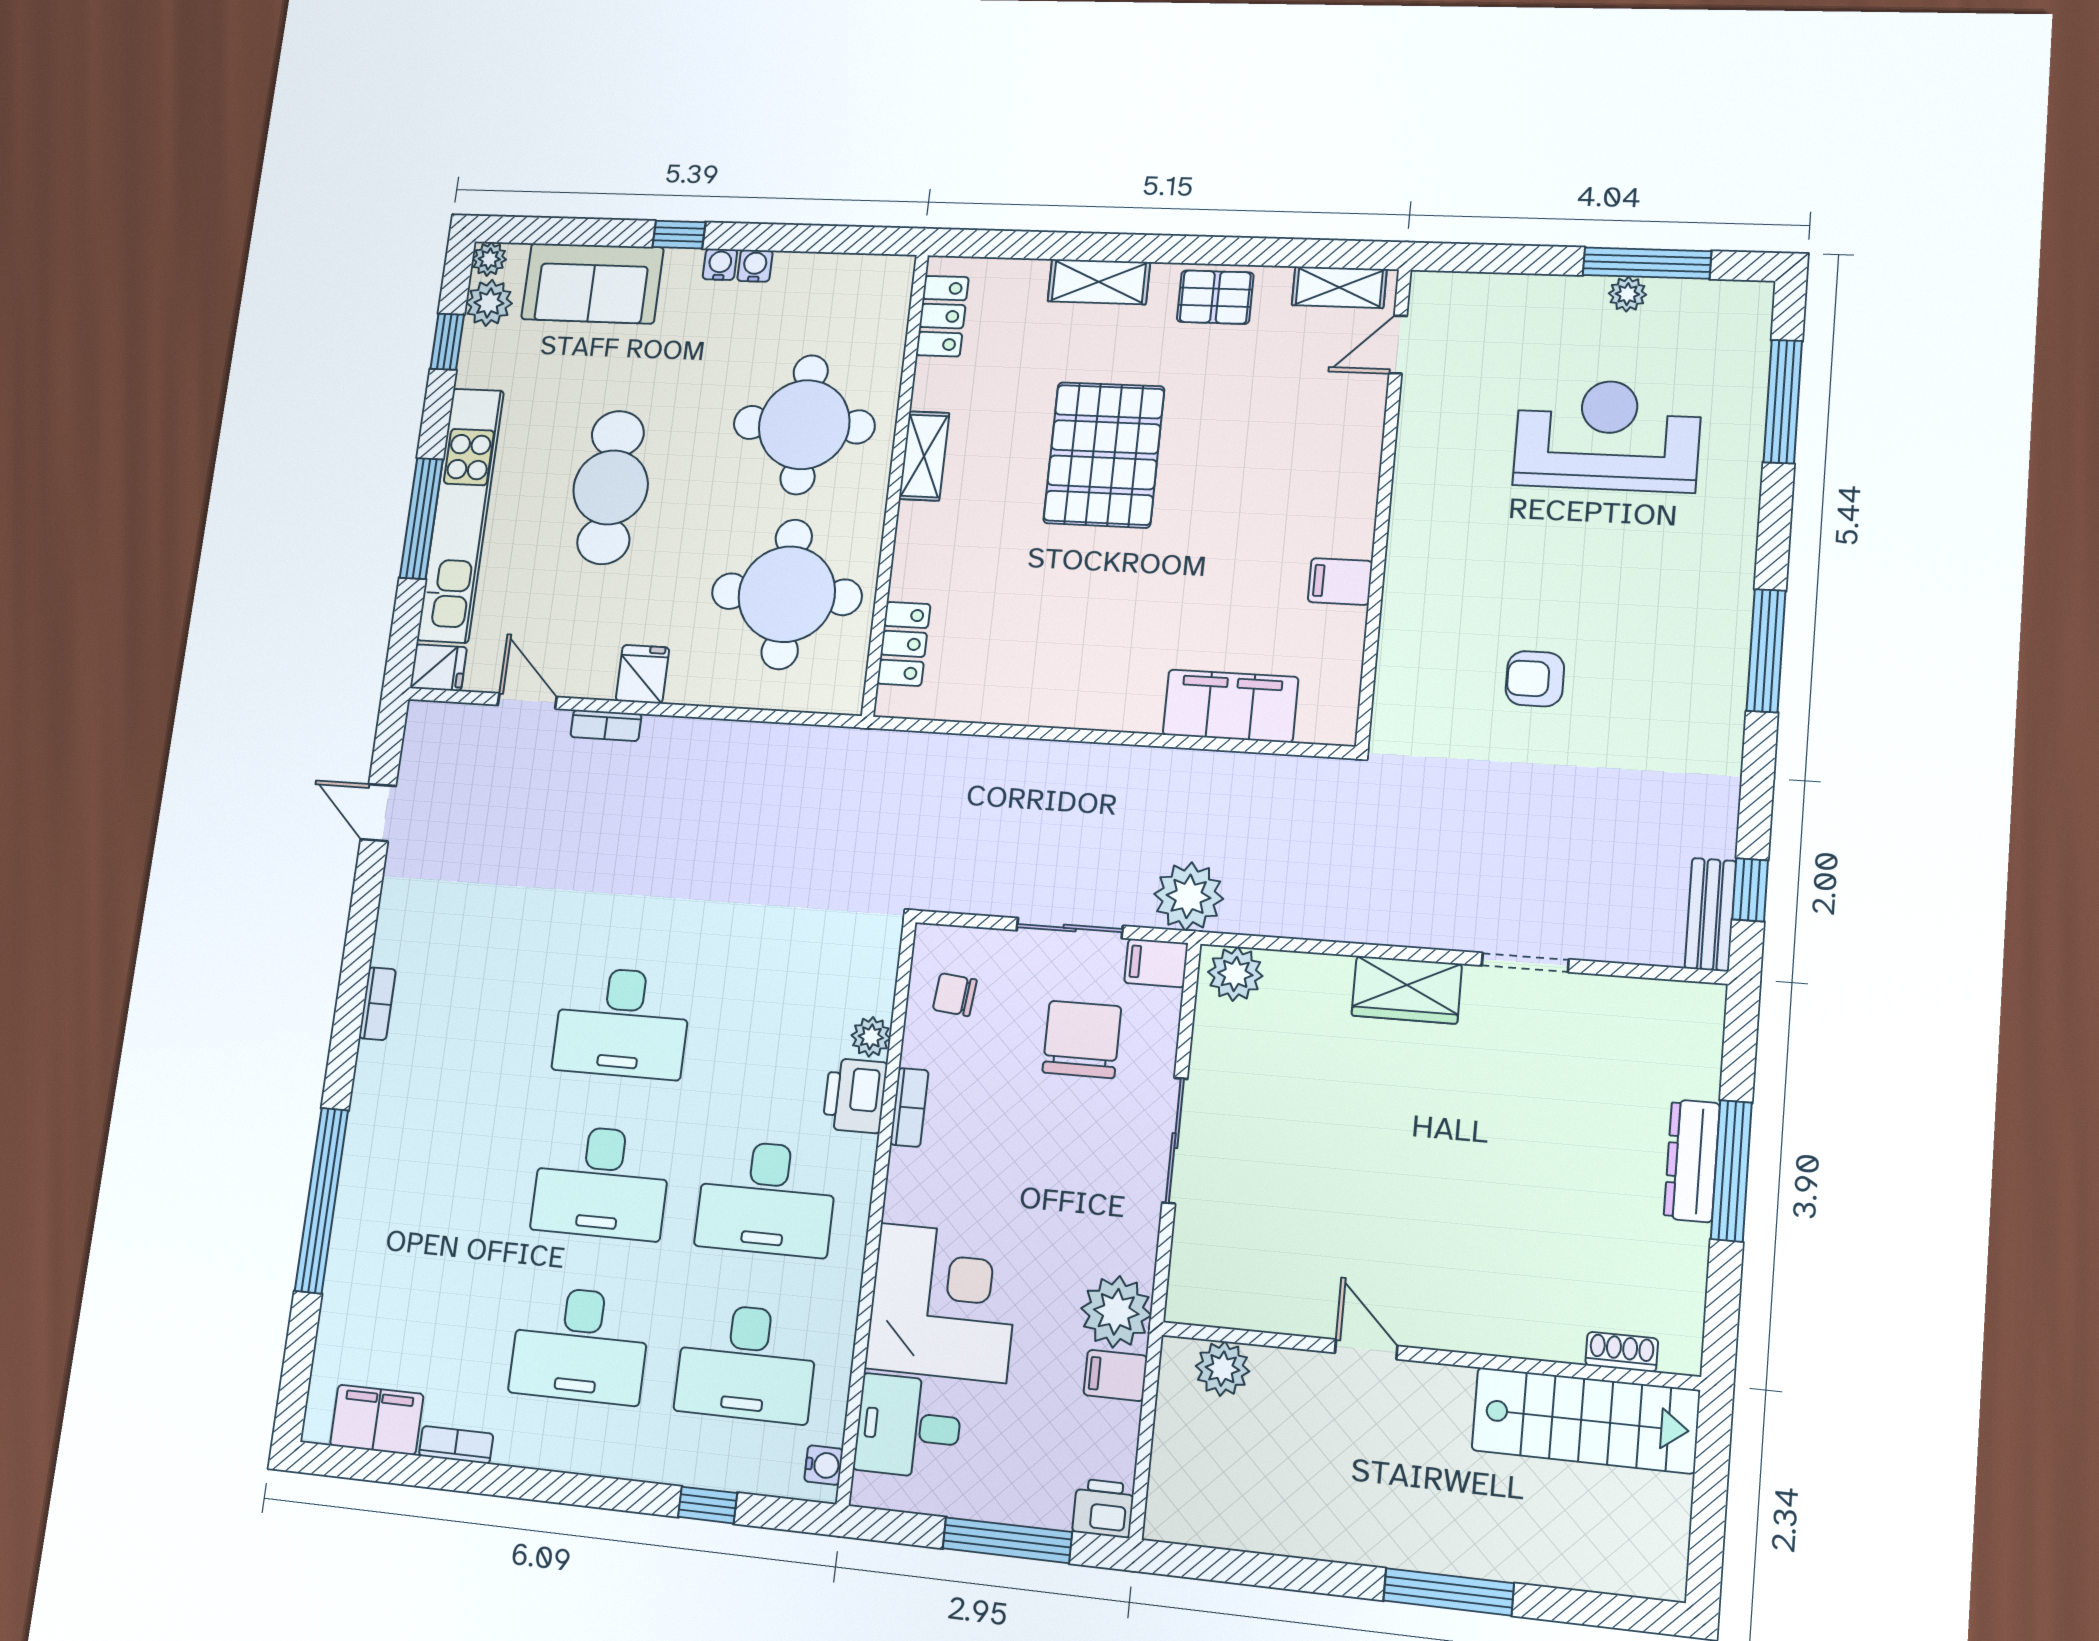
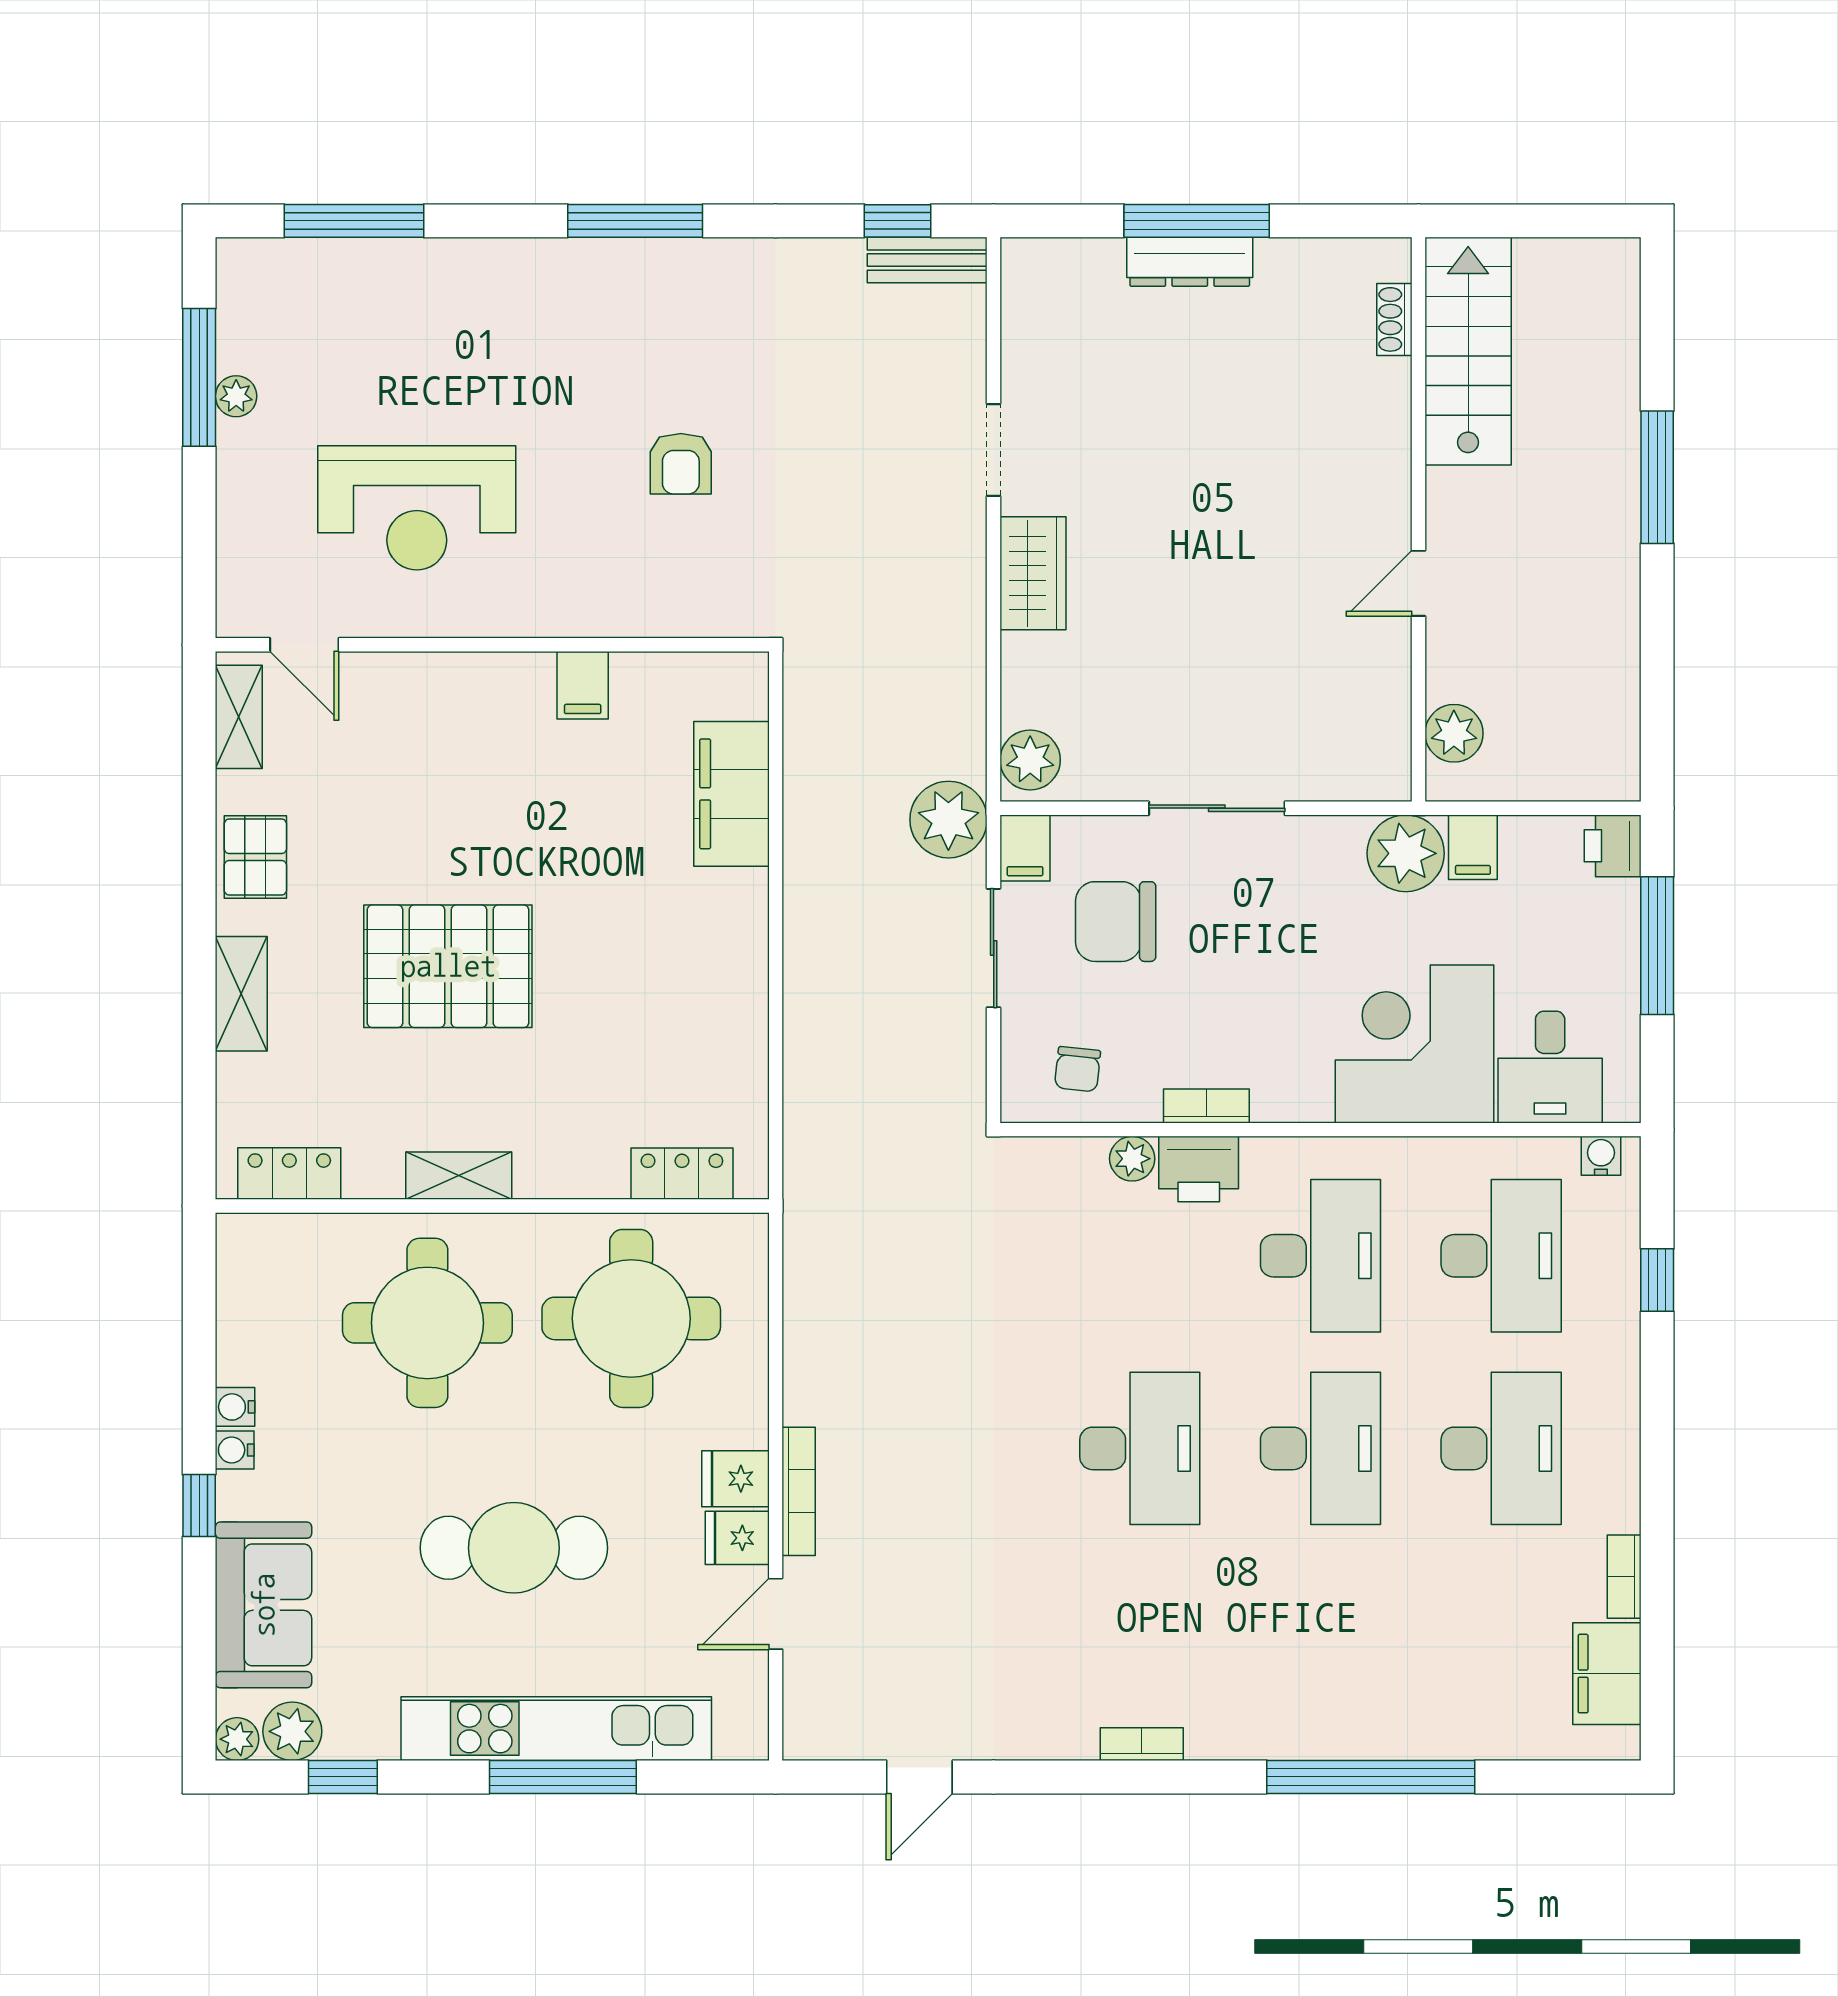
reception desk: (1607, 435) -> (417, 508), moved, turned -90
fridge: (438, 668) -> (737, 1538), moved, turned -90
bookcase: (606, 725) -> (799, 1491), width x1.56

